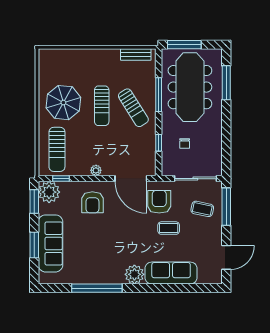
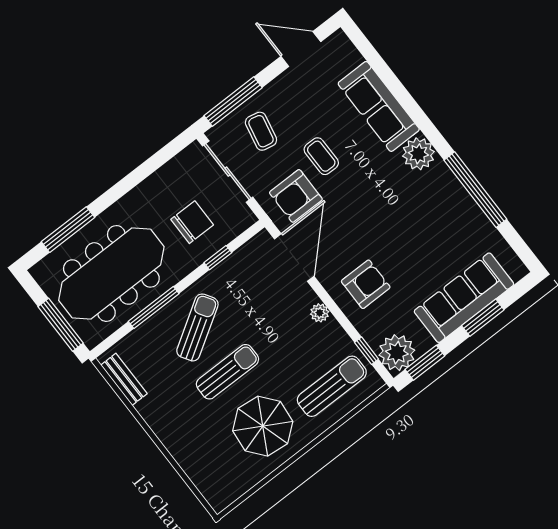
chair: (185, 144) -> (192, 222), width x1.87, depth x1.87

